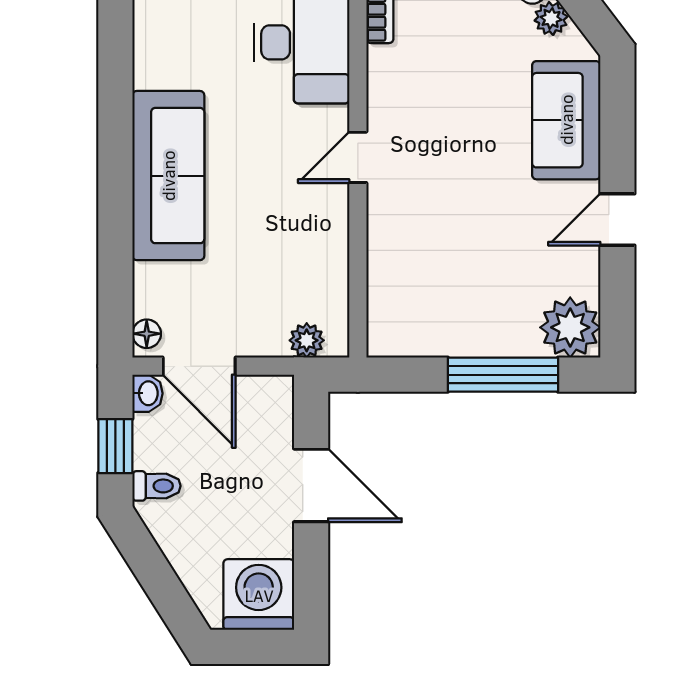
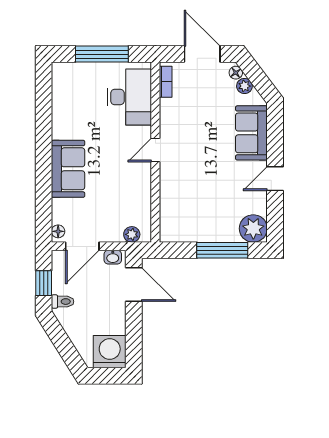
sofa: (168, 176) -> (68, 169), width x0.73
door: (199, 366) -> (82, 246), hinge flipped
washbasin: (147, 393) -> (113, 257), moved, turned 90
door: (311, 485) -> (134, 285), moved

